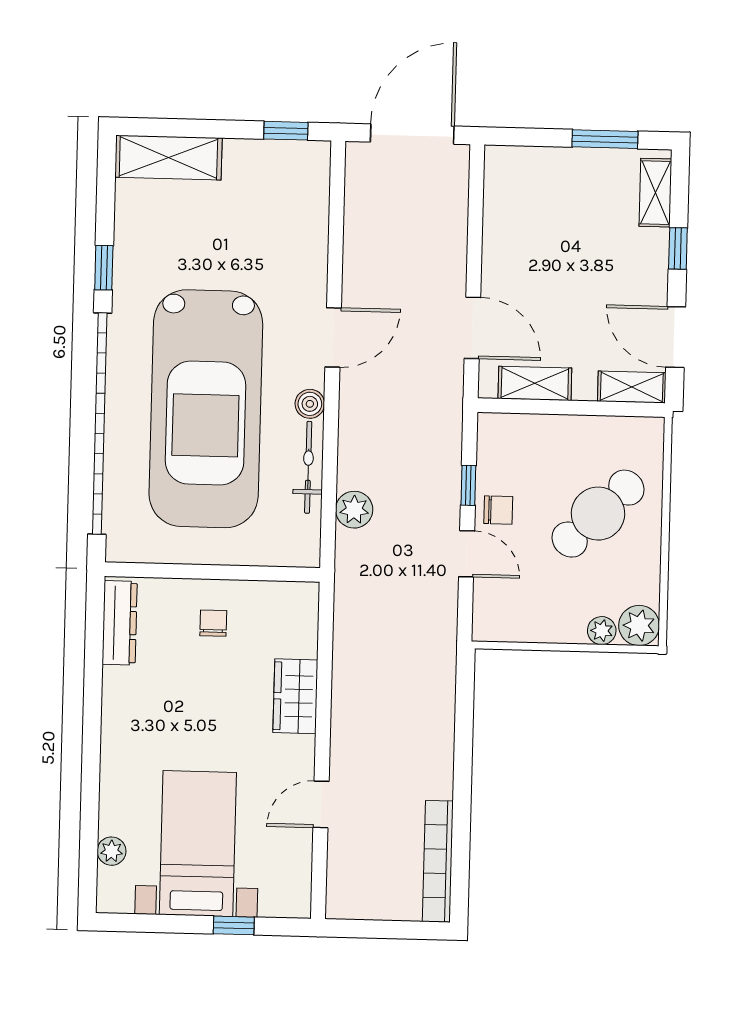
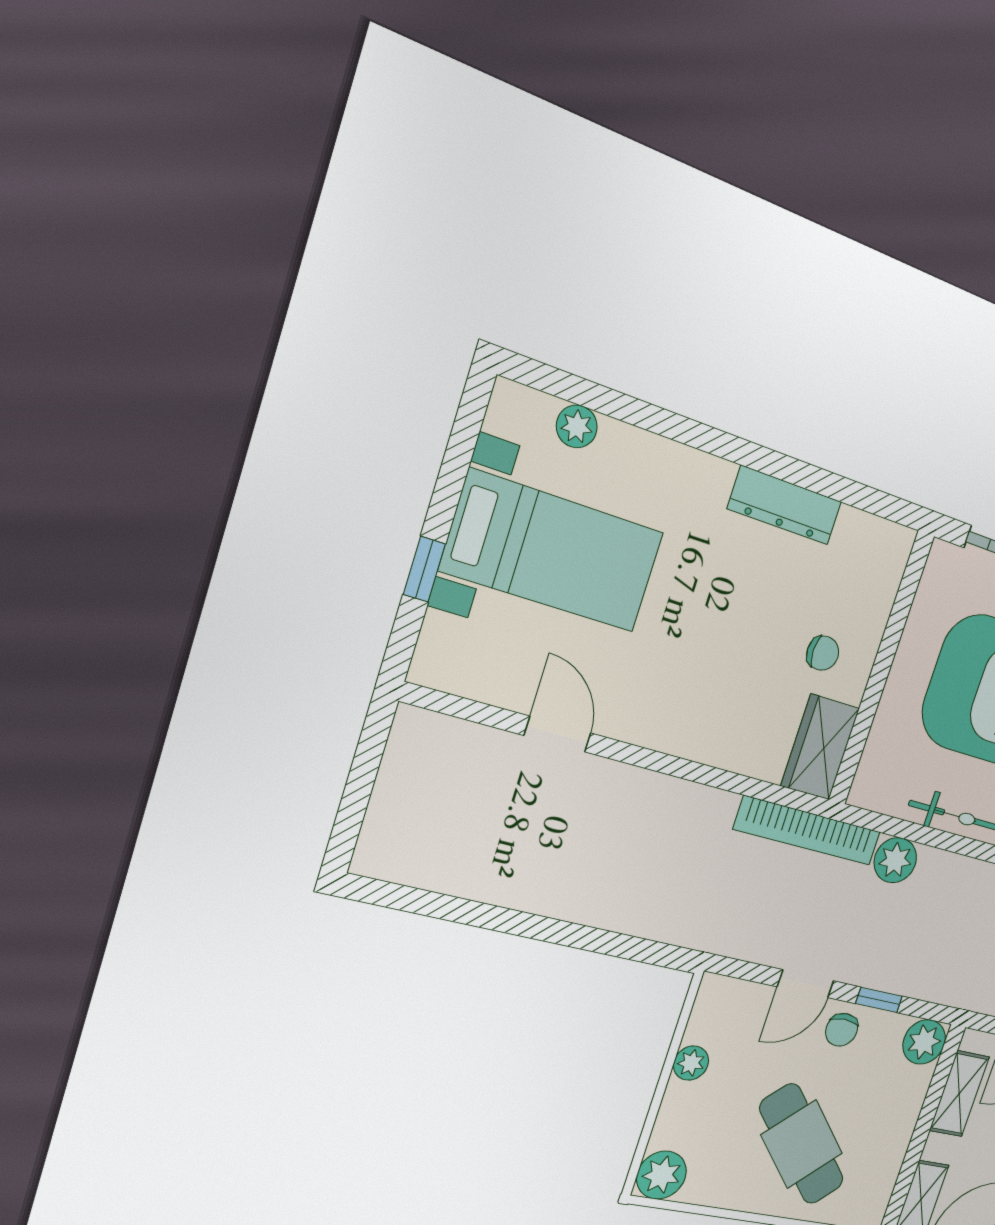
plant: (496, 432) -> (924, 1042), added
dresser: (120, 623) -> (785, 505), moved
plant: (602, 631) -> (691, 1063), moved
wardrobe: (295, 696) -> (820, 747), moved, turned -90
bookcase: (438, 861) -> (808, 831), moved, turned 180

